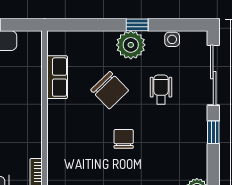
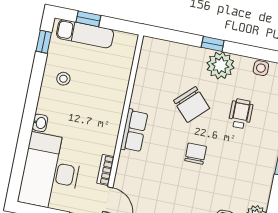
window: (137, 25) -> (213, 44), moved
row of seats: (57, 77) -> (134, 131), moved

